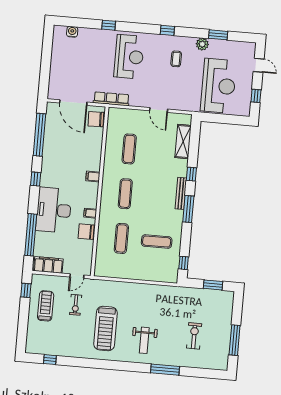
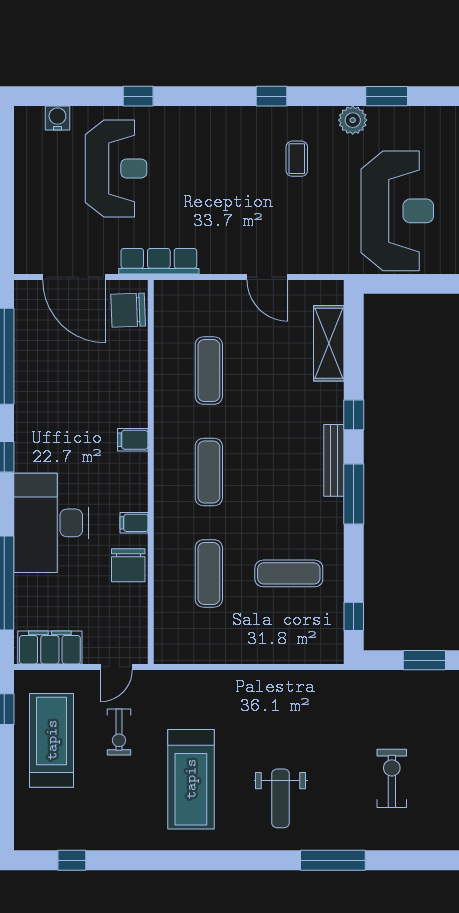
reception desk: (129, 57) -> (116, 169), moved
chair: (86, 232) -> (128, 565), turned -90
treadmill: (46, 306) -> (52, 740), width x1.37, depth x1.38

